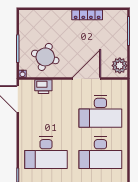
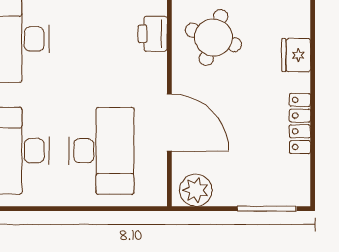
fridge: (54, 17) -> (296, 55), added
desk: (100, 112) -> (101, 151), turned 180

